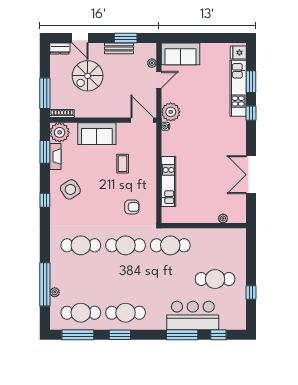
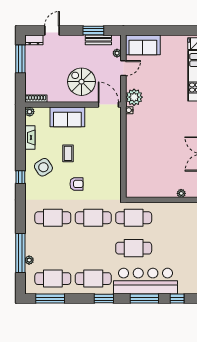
door: (80, 38) -> (52, 30), swing flipped
bench: (119, 48) -> (98, 40), moved
spiral stairs: (88, 76) -> (82, 82), moved, turned 90
window: (45, 93) -> (20, 59), moved
plant: (60, 132) -> (30, 112), width x0.53, depth x0.53
window: (45, 152) -> (20, 133), removed
coffee table: (123, 164) -> (68, 153), moved
kitchen unit: (168, 182) -> (132, 160), removed
armchair: (132, 207) -> (76, 184), moved
cafe table: (215, 279) -> (134, 248), moved
bar counter: (193, 316) -> (146, 281), width x1.36
window: (120, 335) -> (104, 299), moved

